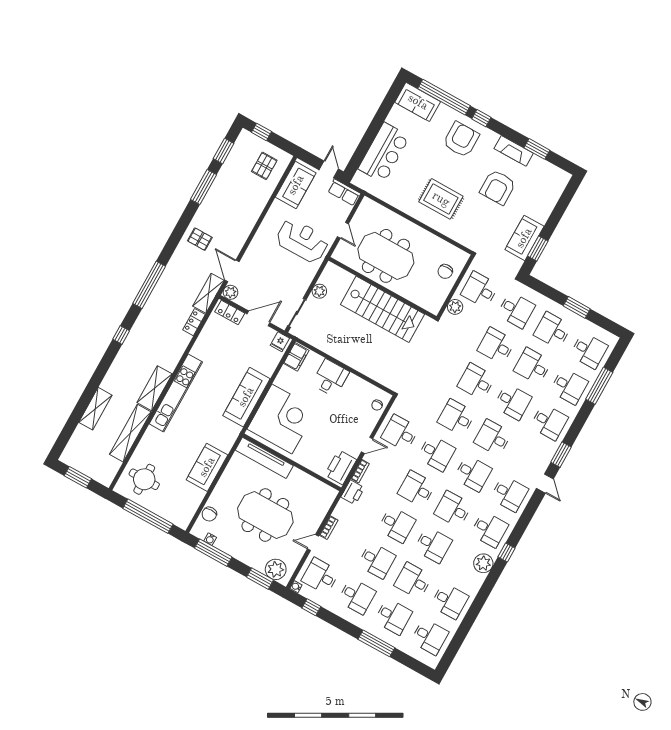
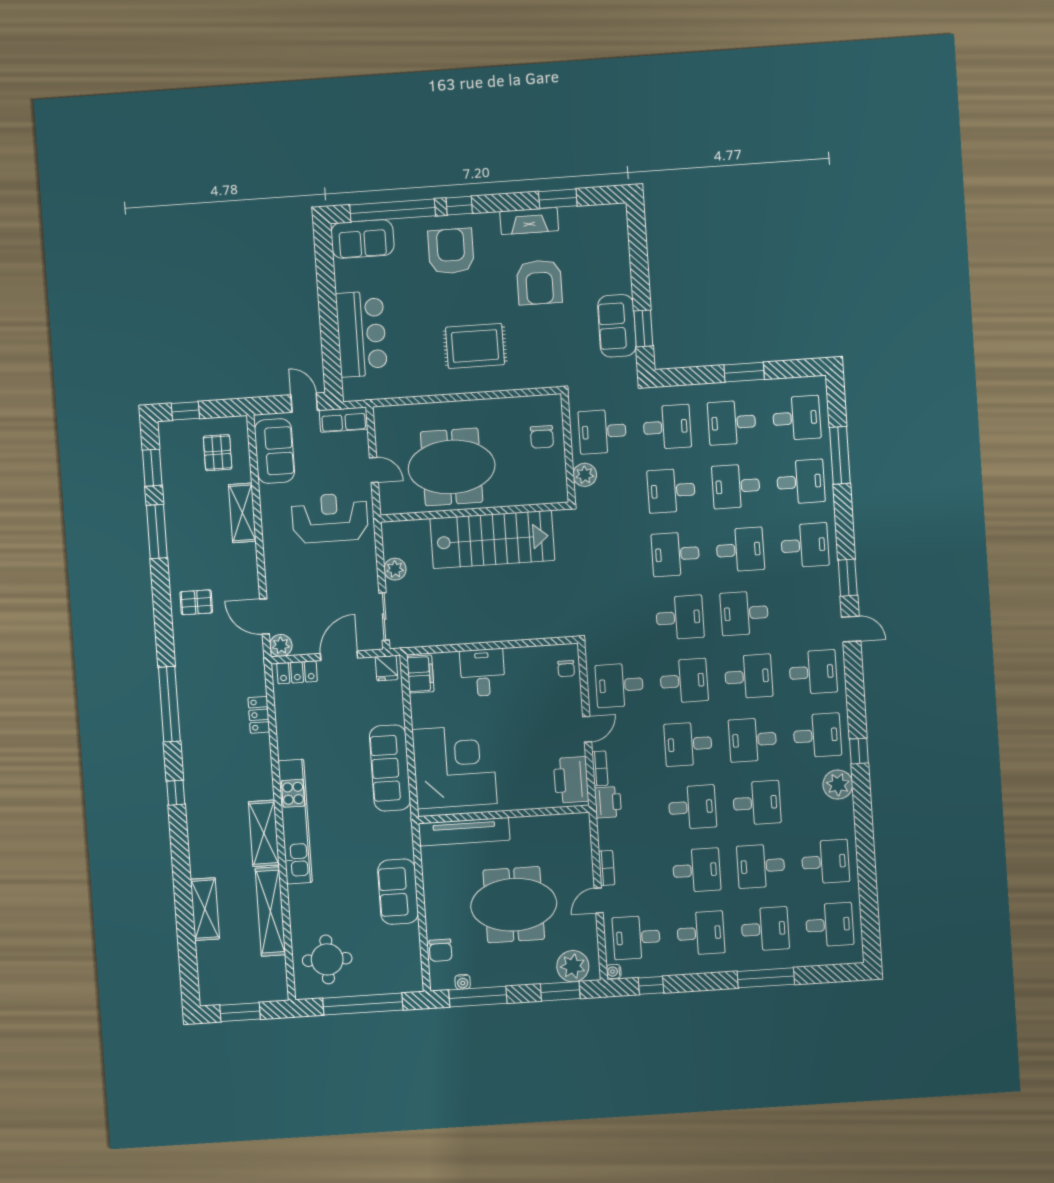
shelving: (208, 293) -> (242, 513), moved
desk: (456, 417) -> (680, 618), turned 180

